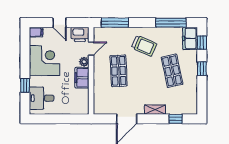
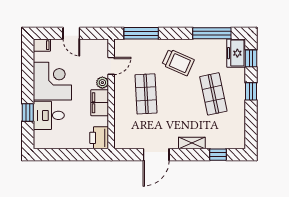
printer: (80, 34) -> (99, 138), moved, turned 90
desk: (42, 98) -> (49, 115), moved

